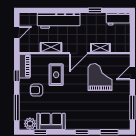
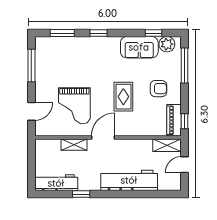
workbench: (118, 19) -> (56, 183), width x1.38
shelving: (51, 47) -> (167, 145), moved
rug: (56, 75) -> (123, 97), moved
window: (17, 76) -> (185, 121), moved

